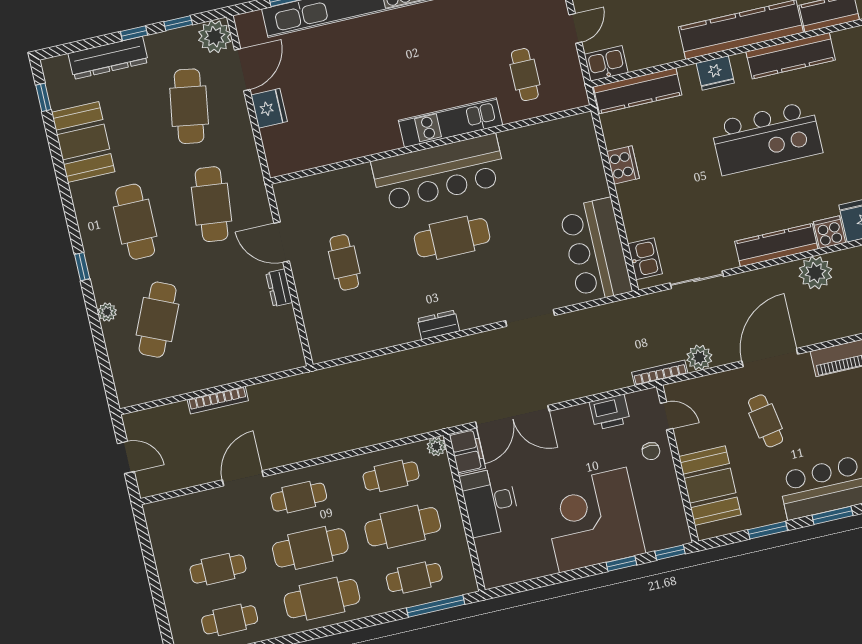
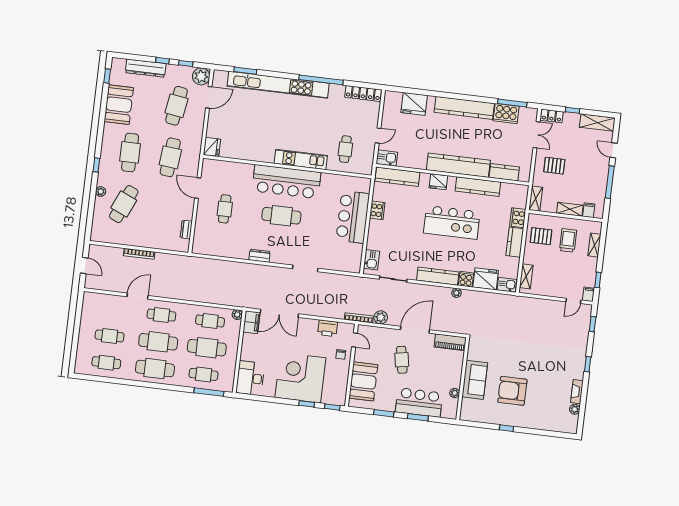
fridge: (269, 108) -> (212, 147), moved
bar counter: (596, 250) -> (353, 217), moved
plant: (815, 273) -> (457, 293), width x0.53, depth x0.53
dresser: (279, 288) -> (186, 230), moved
desk: (490, 502) -> (250, 378), moved

